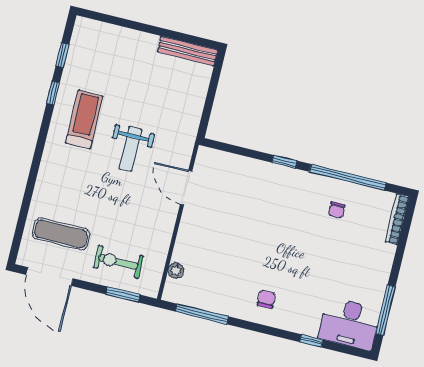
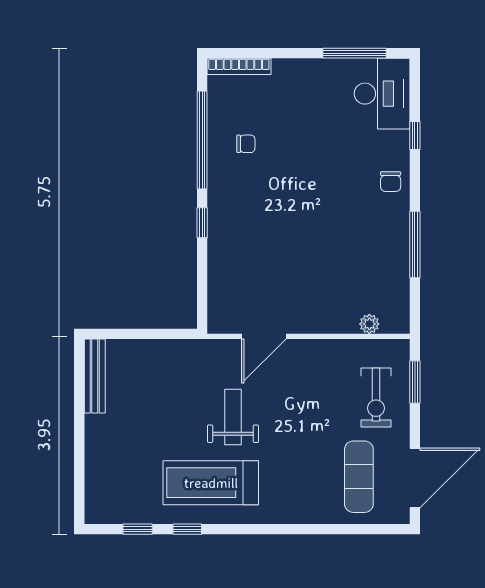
treadmill: (84, 120) -> (211, 483), width x1.37, depth x1.38
weight bench: (130, 149) -> (233, 417), turned -90
chair: (266, 299) -> (391, 182), moved, turned -88
window: (202, 314) -> (415, 244), moved

